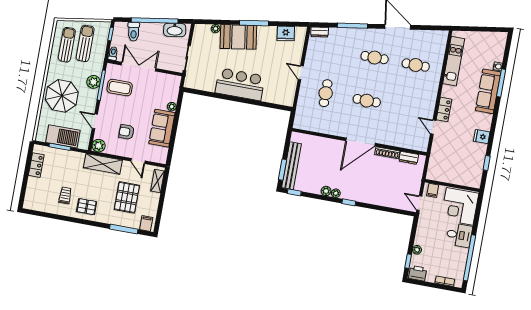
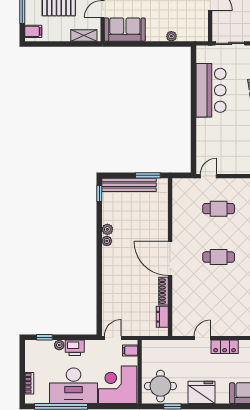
door: (301, 73) -> (208, 176), moved
bar counter: (240, 84) -> (211, 90), moved
cafe table: (367, 101) -> (219, 257), turned 90
sofa: (162, 128) -> (125, 30), moved
fridge: (482, 137) -> (201, 392), width x1.88, depth x1.34
window: (282, 170) -> (148, 175), moved
round table: (468, 170) -> (160, 386), added
window: (349, 202) -> (99, 258), removed
desk: (459, 235) -> (74, 386), width x1.87, depth x1.30
printer: (418, 273) -> (75, 348), moved, turned 90

